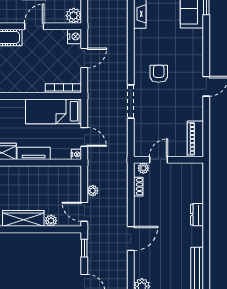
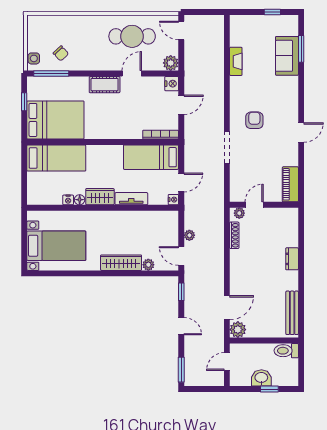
door: (84, 137) -> (181, 182), hinge flipped
shoe rack: (138, 187) -> (234, 235), width x1.43
door: (131, 238) -> (227, 308), moved

